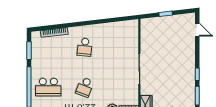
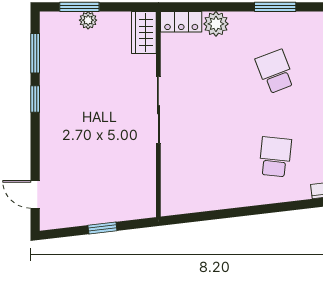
school desk: (85, 87) -> (275, 72), turned -42

